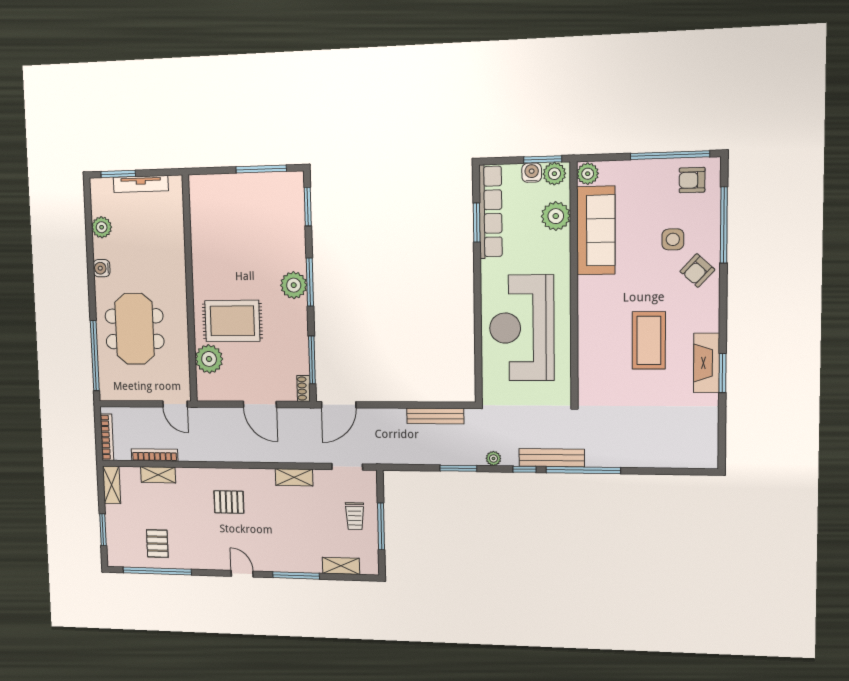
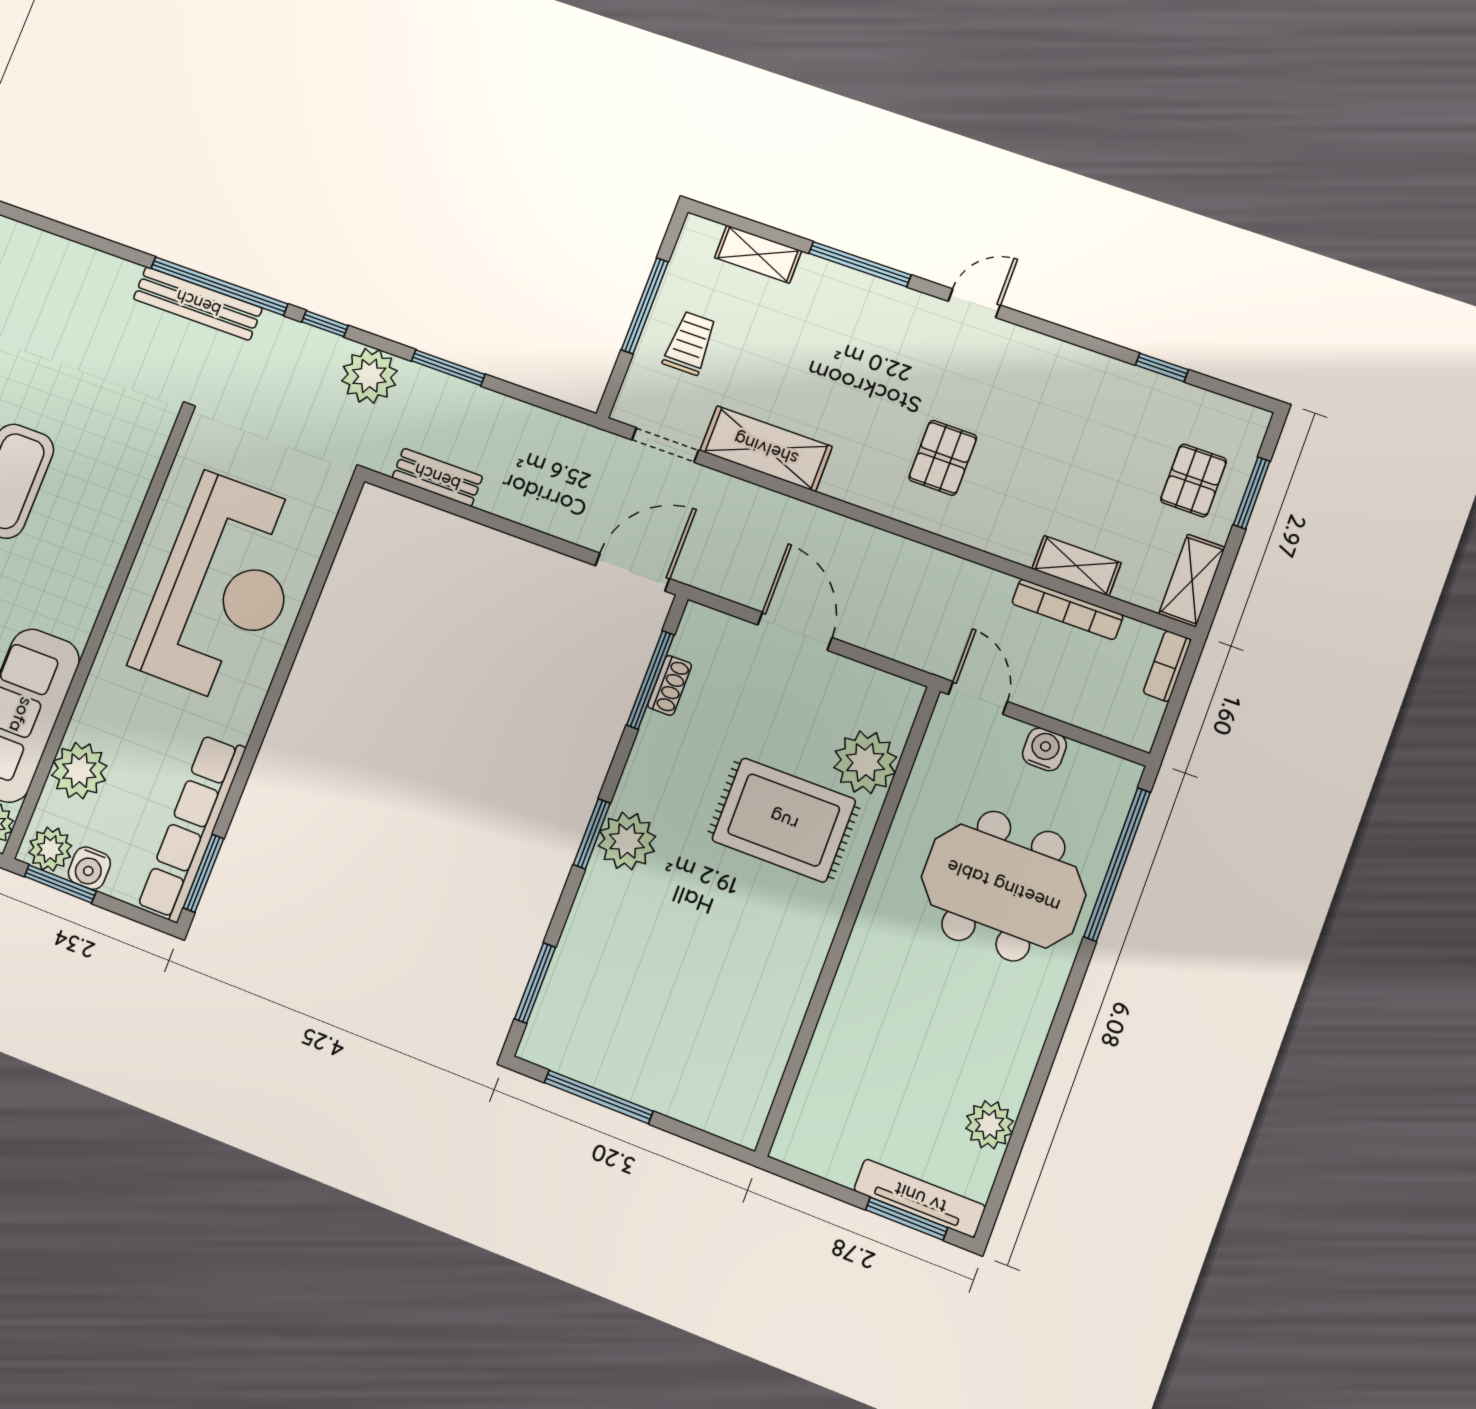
tv unit: (141, 184) -> (920, 1198), moved
window: (477, 223) -> (204, 873), moved
water cooler: (102, 268) -> (1044, 749), moved, turned -90
window: (310, 282) -> (592, 834), width x0.69
meeting table: (135, 329) -> (1003, 886), turned 90
shoe rack: (304, 389) -> (670, 685), moved
bench: (435, 416) -> (437, 477), width x0.73
bookcase: (107, 437) -> (1167, 666), width x0.64
plant: (493, 458) -> (369, 376), width x1.88, depth x1.88
bench: (552, 458) -> (198, 303), moved
shelving: (294, 477) -> (766, 449), width x1.50, depth x1.33
pallet: (229, 502) -> (943, 458), turned 90
pallet: (157, 544) -> (1194, 480), moved
window: (157, 571) -> (1162, 367), width x0.32
door: (242, 574) -> (974, 303), swing flipped

